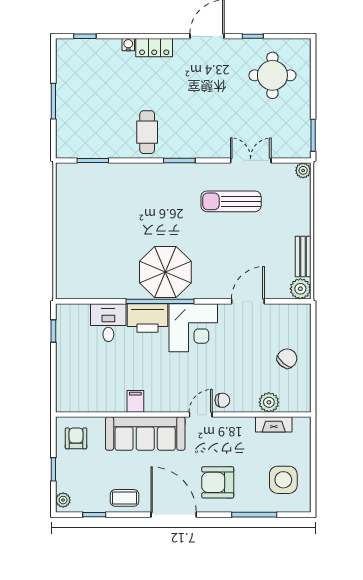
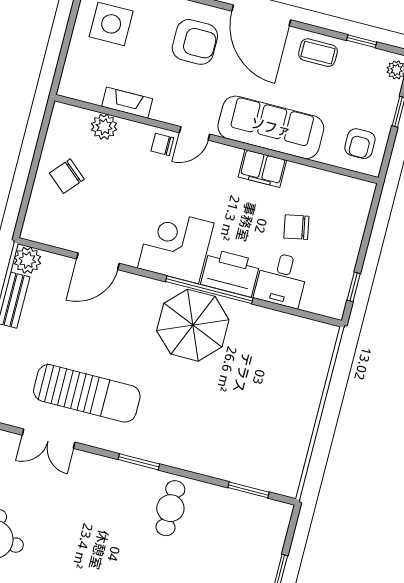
sun lounger: (231, 201) -> (87, 393), width x1.36, depth x1.34
chair: (107, 364) -> (296, 227), added
filing cabinet: (135, 401) -> (262, 169), width x2.00
fireplace: (274, 424) -> (127, 103), moved

